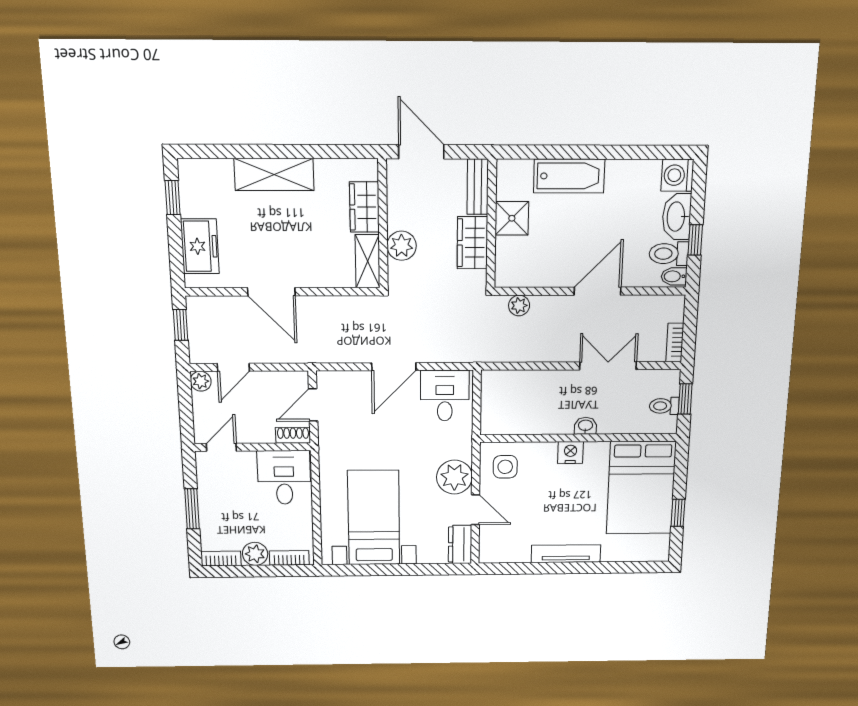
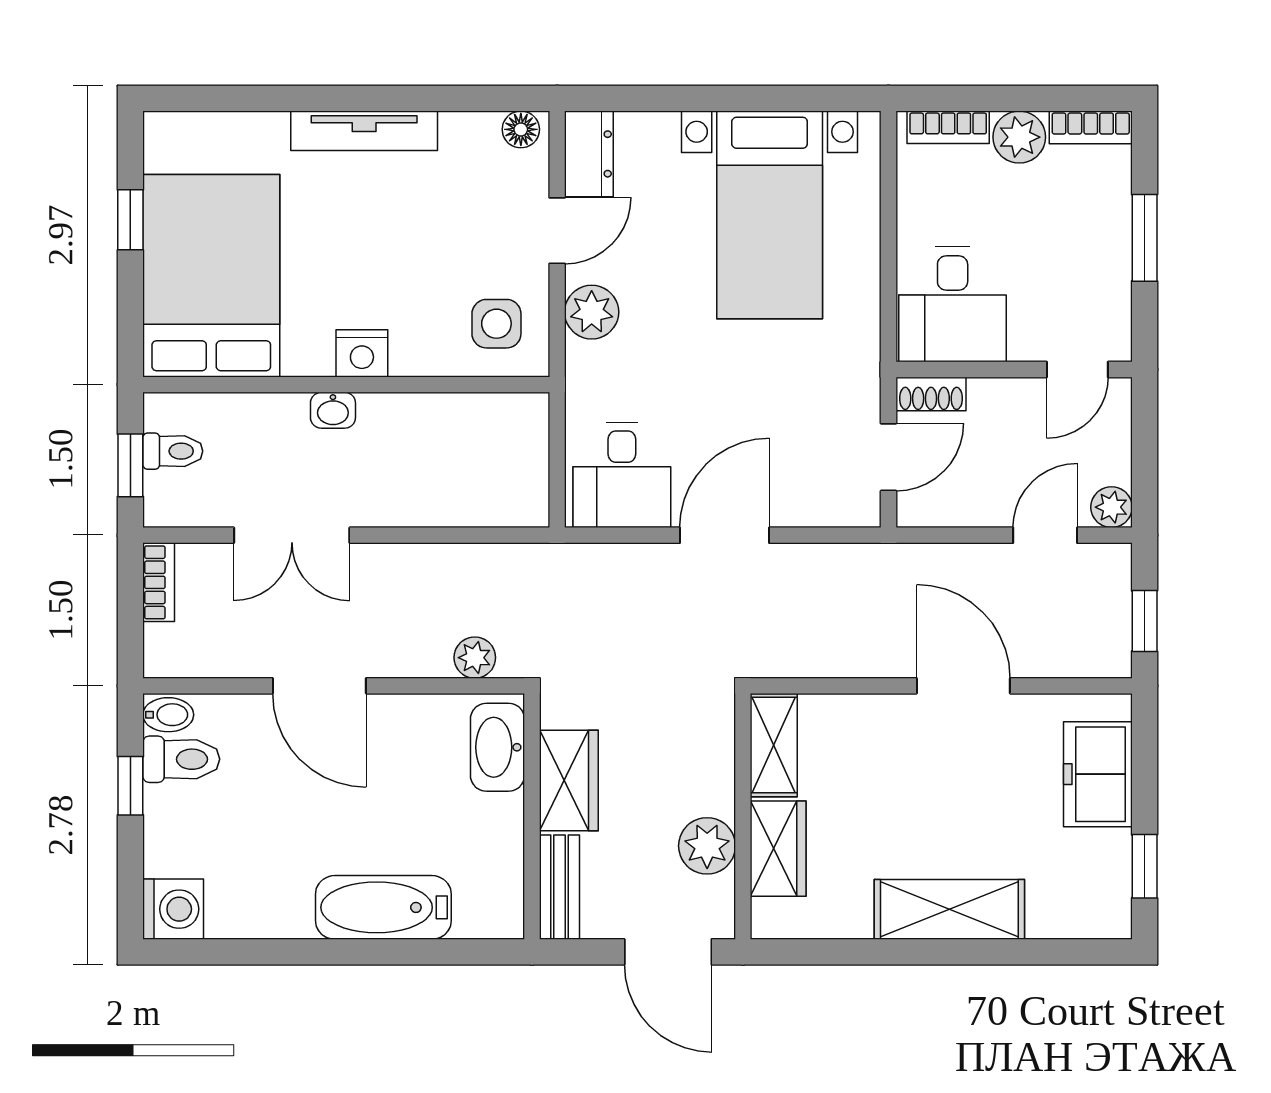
washbasin: (677, 217) -> (497, 747), moved, turned 180
shower: (512, 218) -> (492, 827), removed
plant: (402, 246) -> (707, 846), moved
door: (597, 291) -> (319, 686), hinge flipped
plant: (454, 477) -> (592, 312), width x0.73, depth x0.73
door: (475, 510) -> (557, 231), swing flipped
floor lamp: (492, 555) -> (521, 129), added

